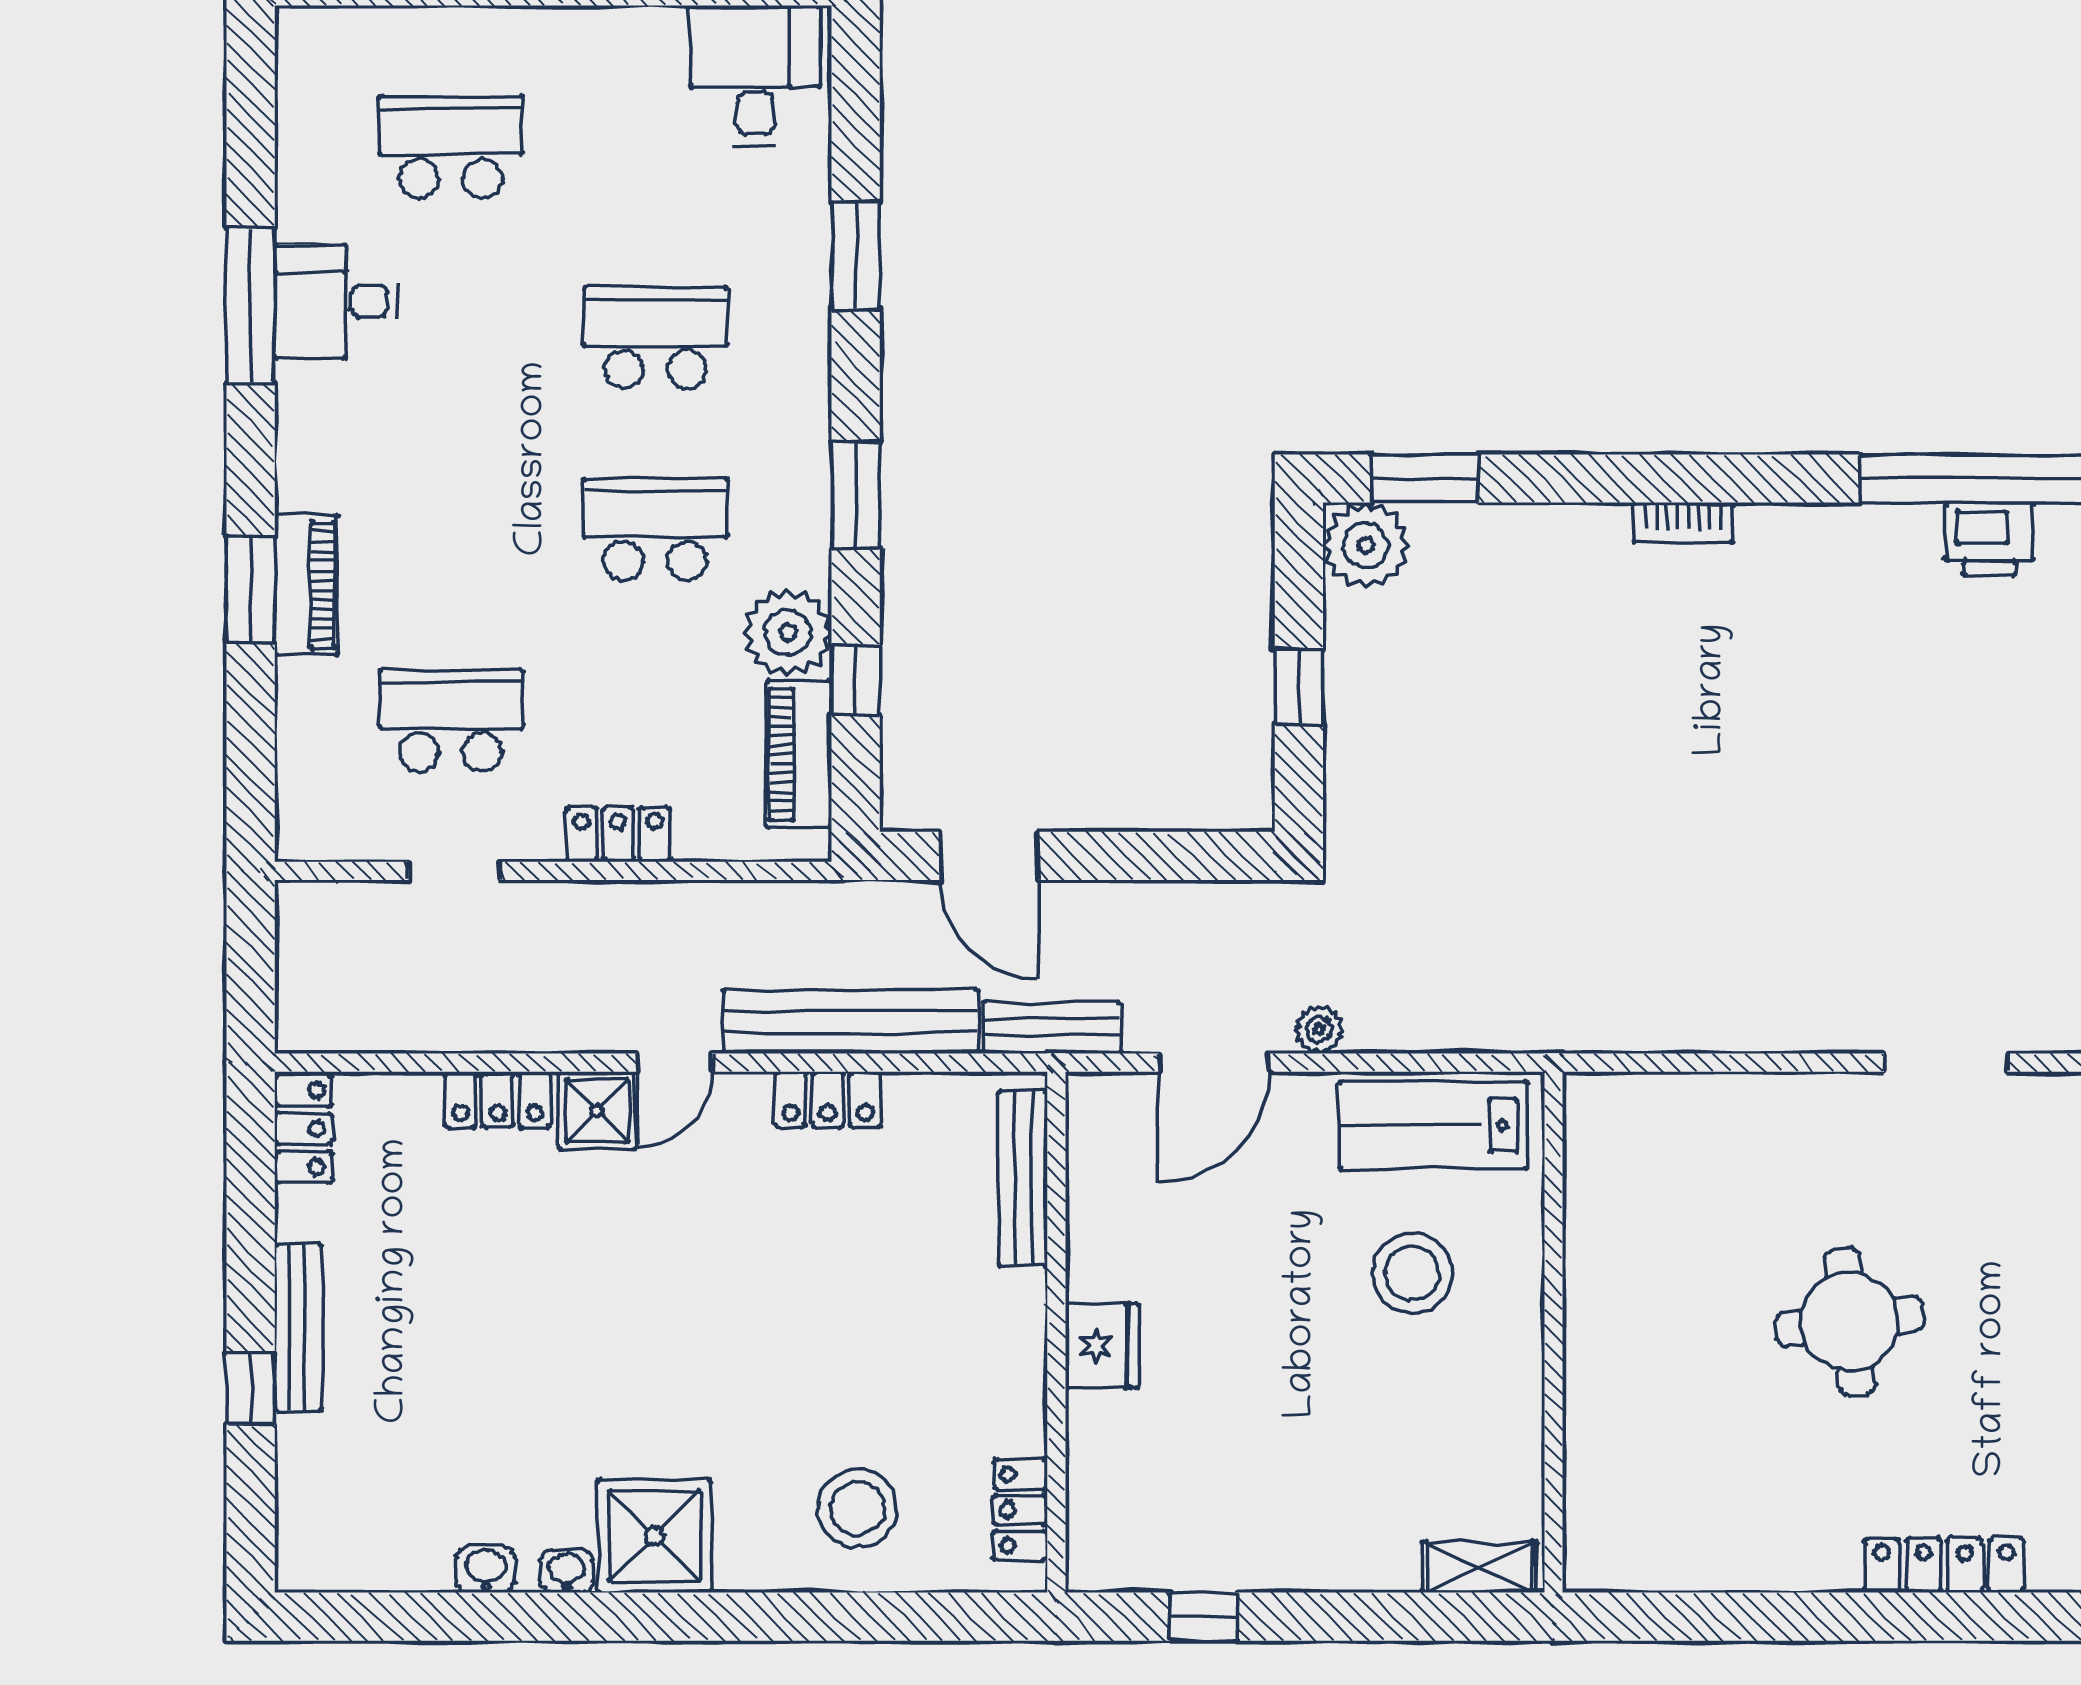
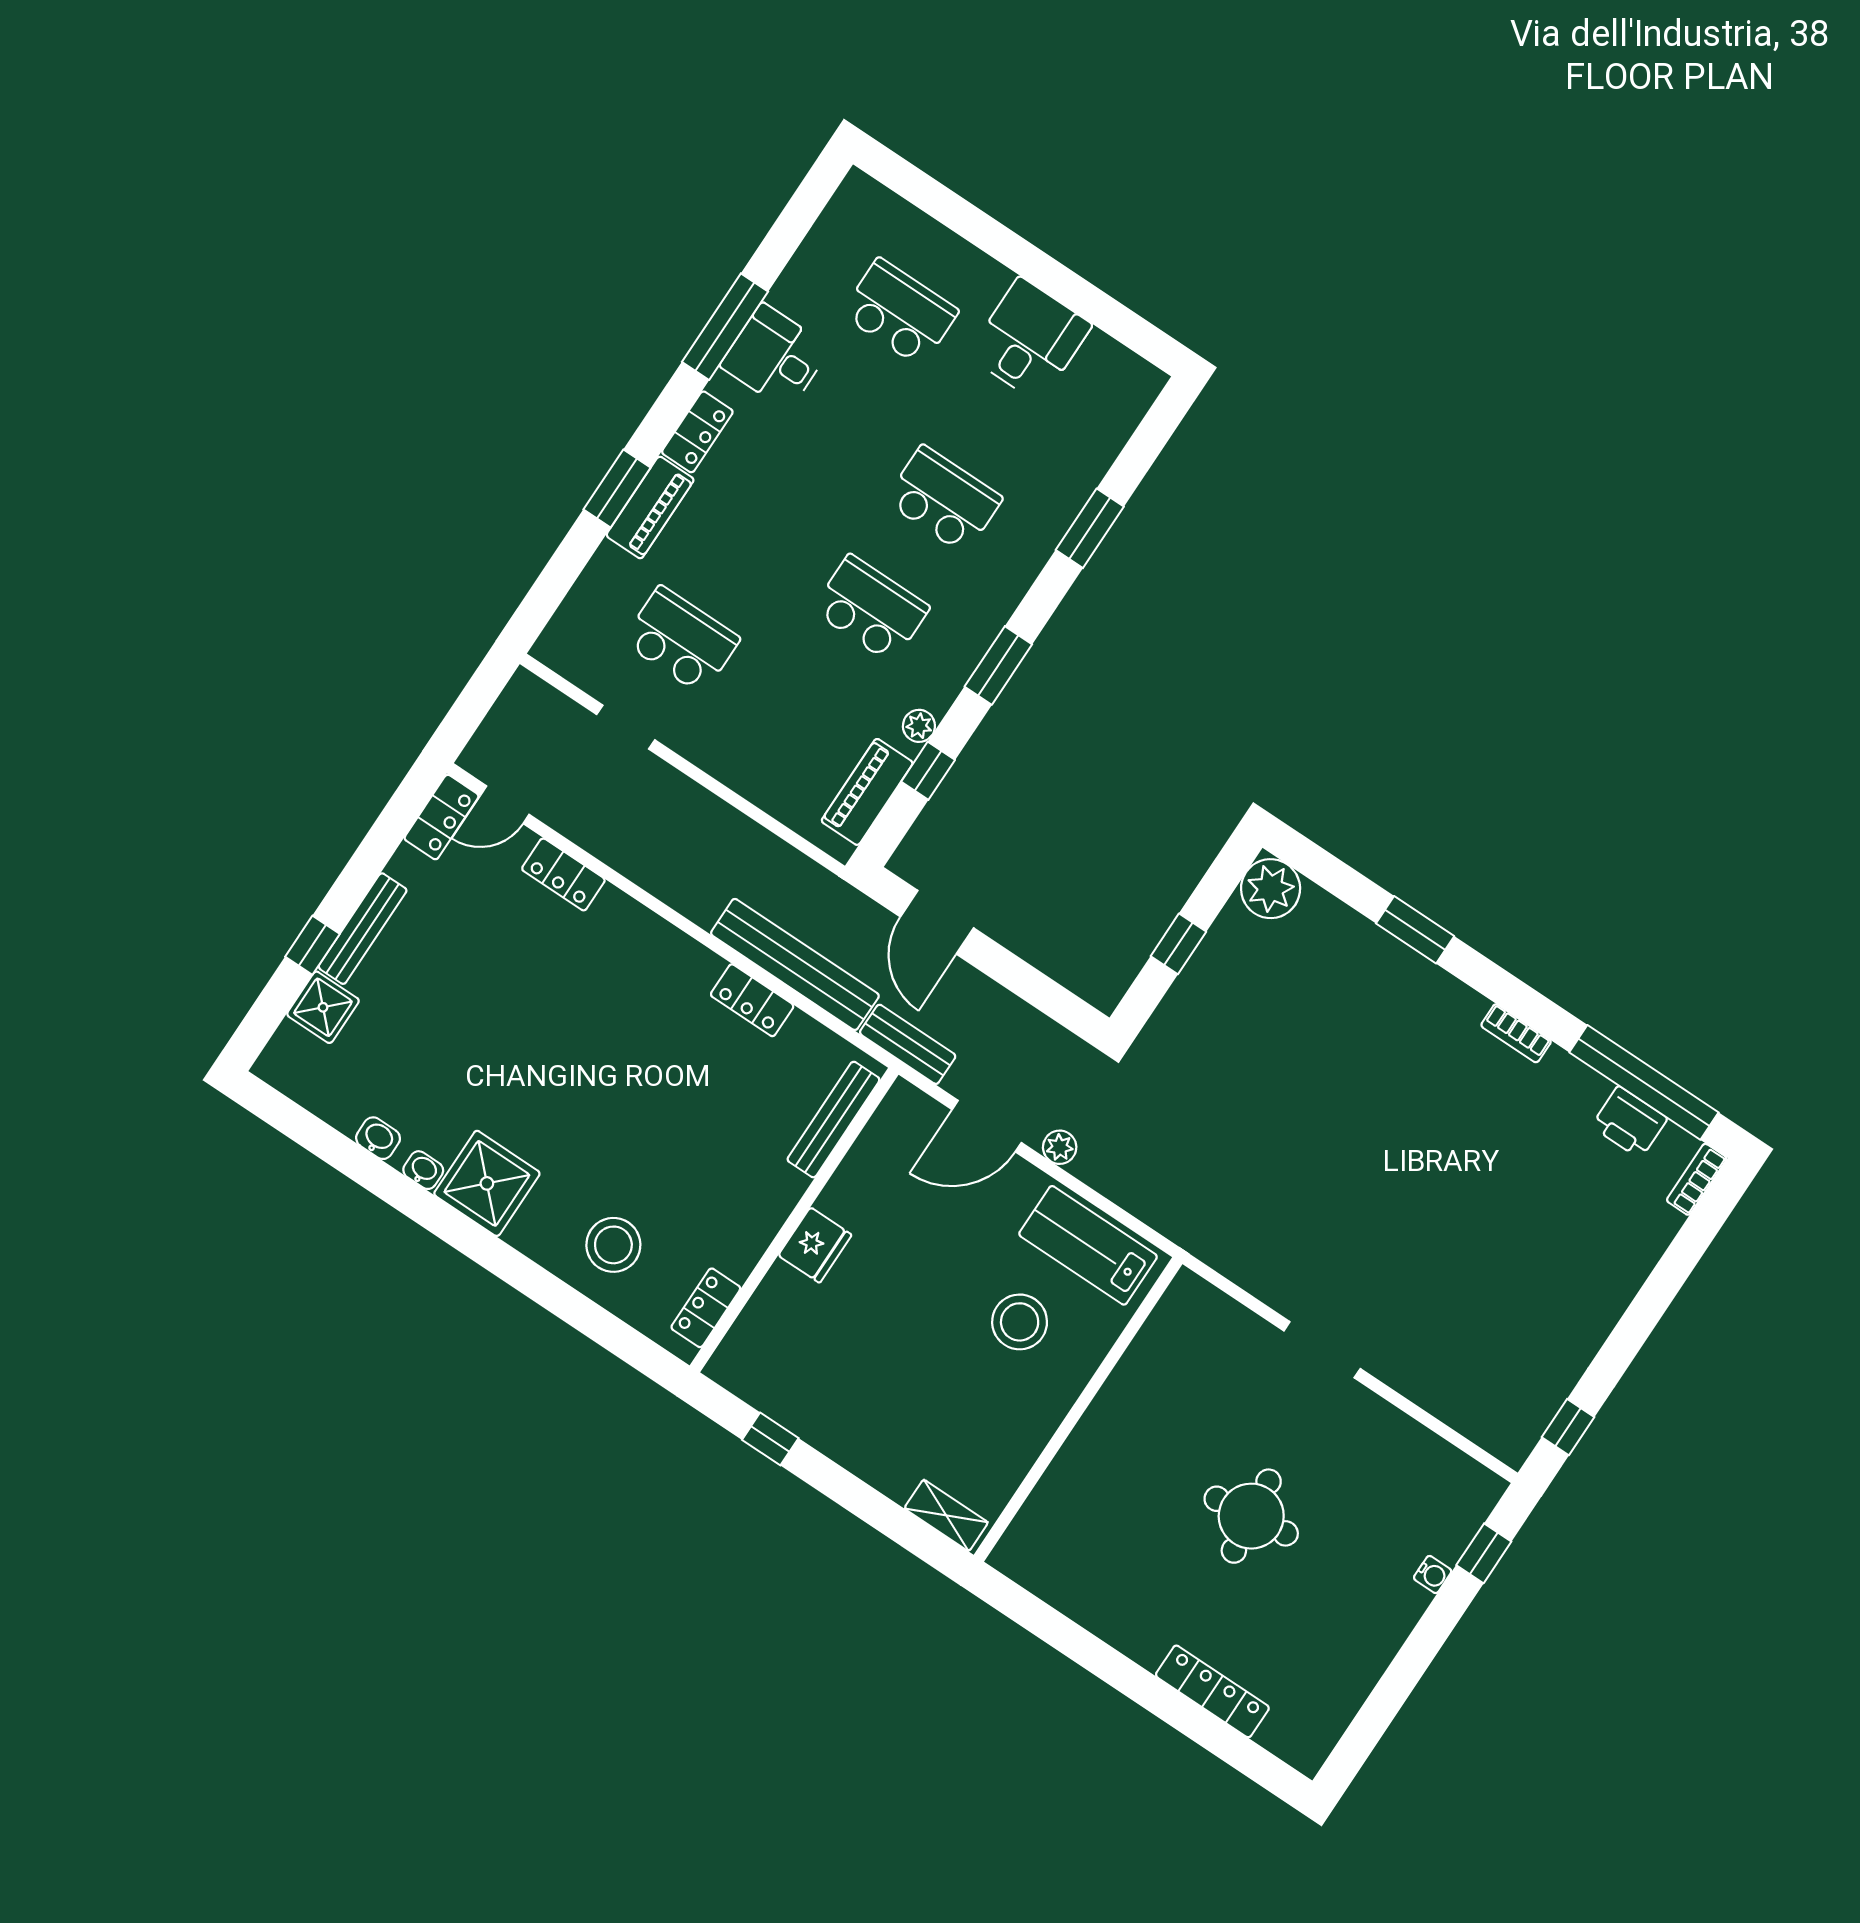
desk: (755, 76) -> (1029, 340), moved
window: (1425, 479) -> (1415, 930), moved
bookcase: (1683, 522) -> (1516, 1033), moved
plant: (788, 632) -> (919, 726), width x0.53, depth x0.53
locker: (618, 834) -> (697, 432), moved, turned 90
door: (675, 1063) -> (505, 805), moved
doorway: (1946, 1063) -> (1322, 1350), moved
shower: (597, 1111) -> (323, 1007), moved

